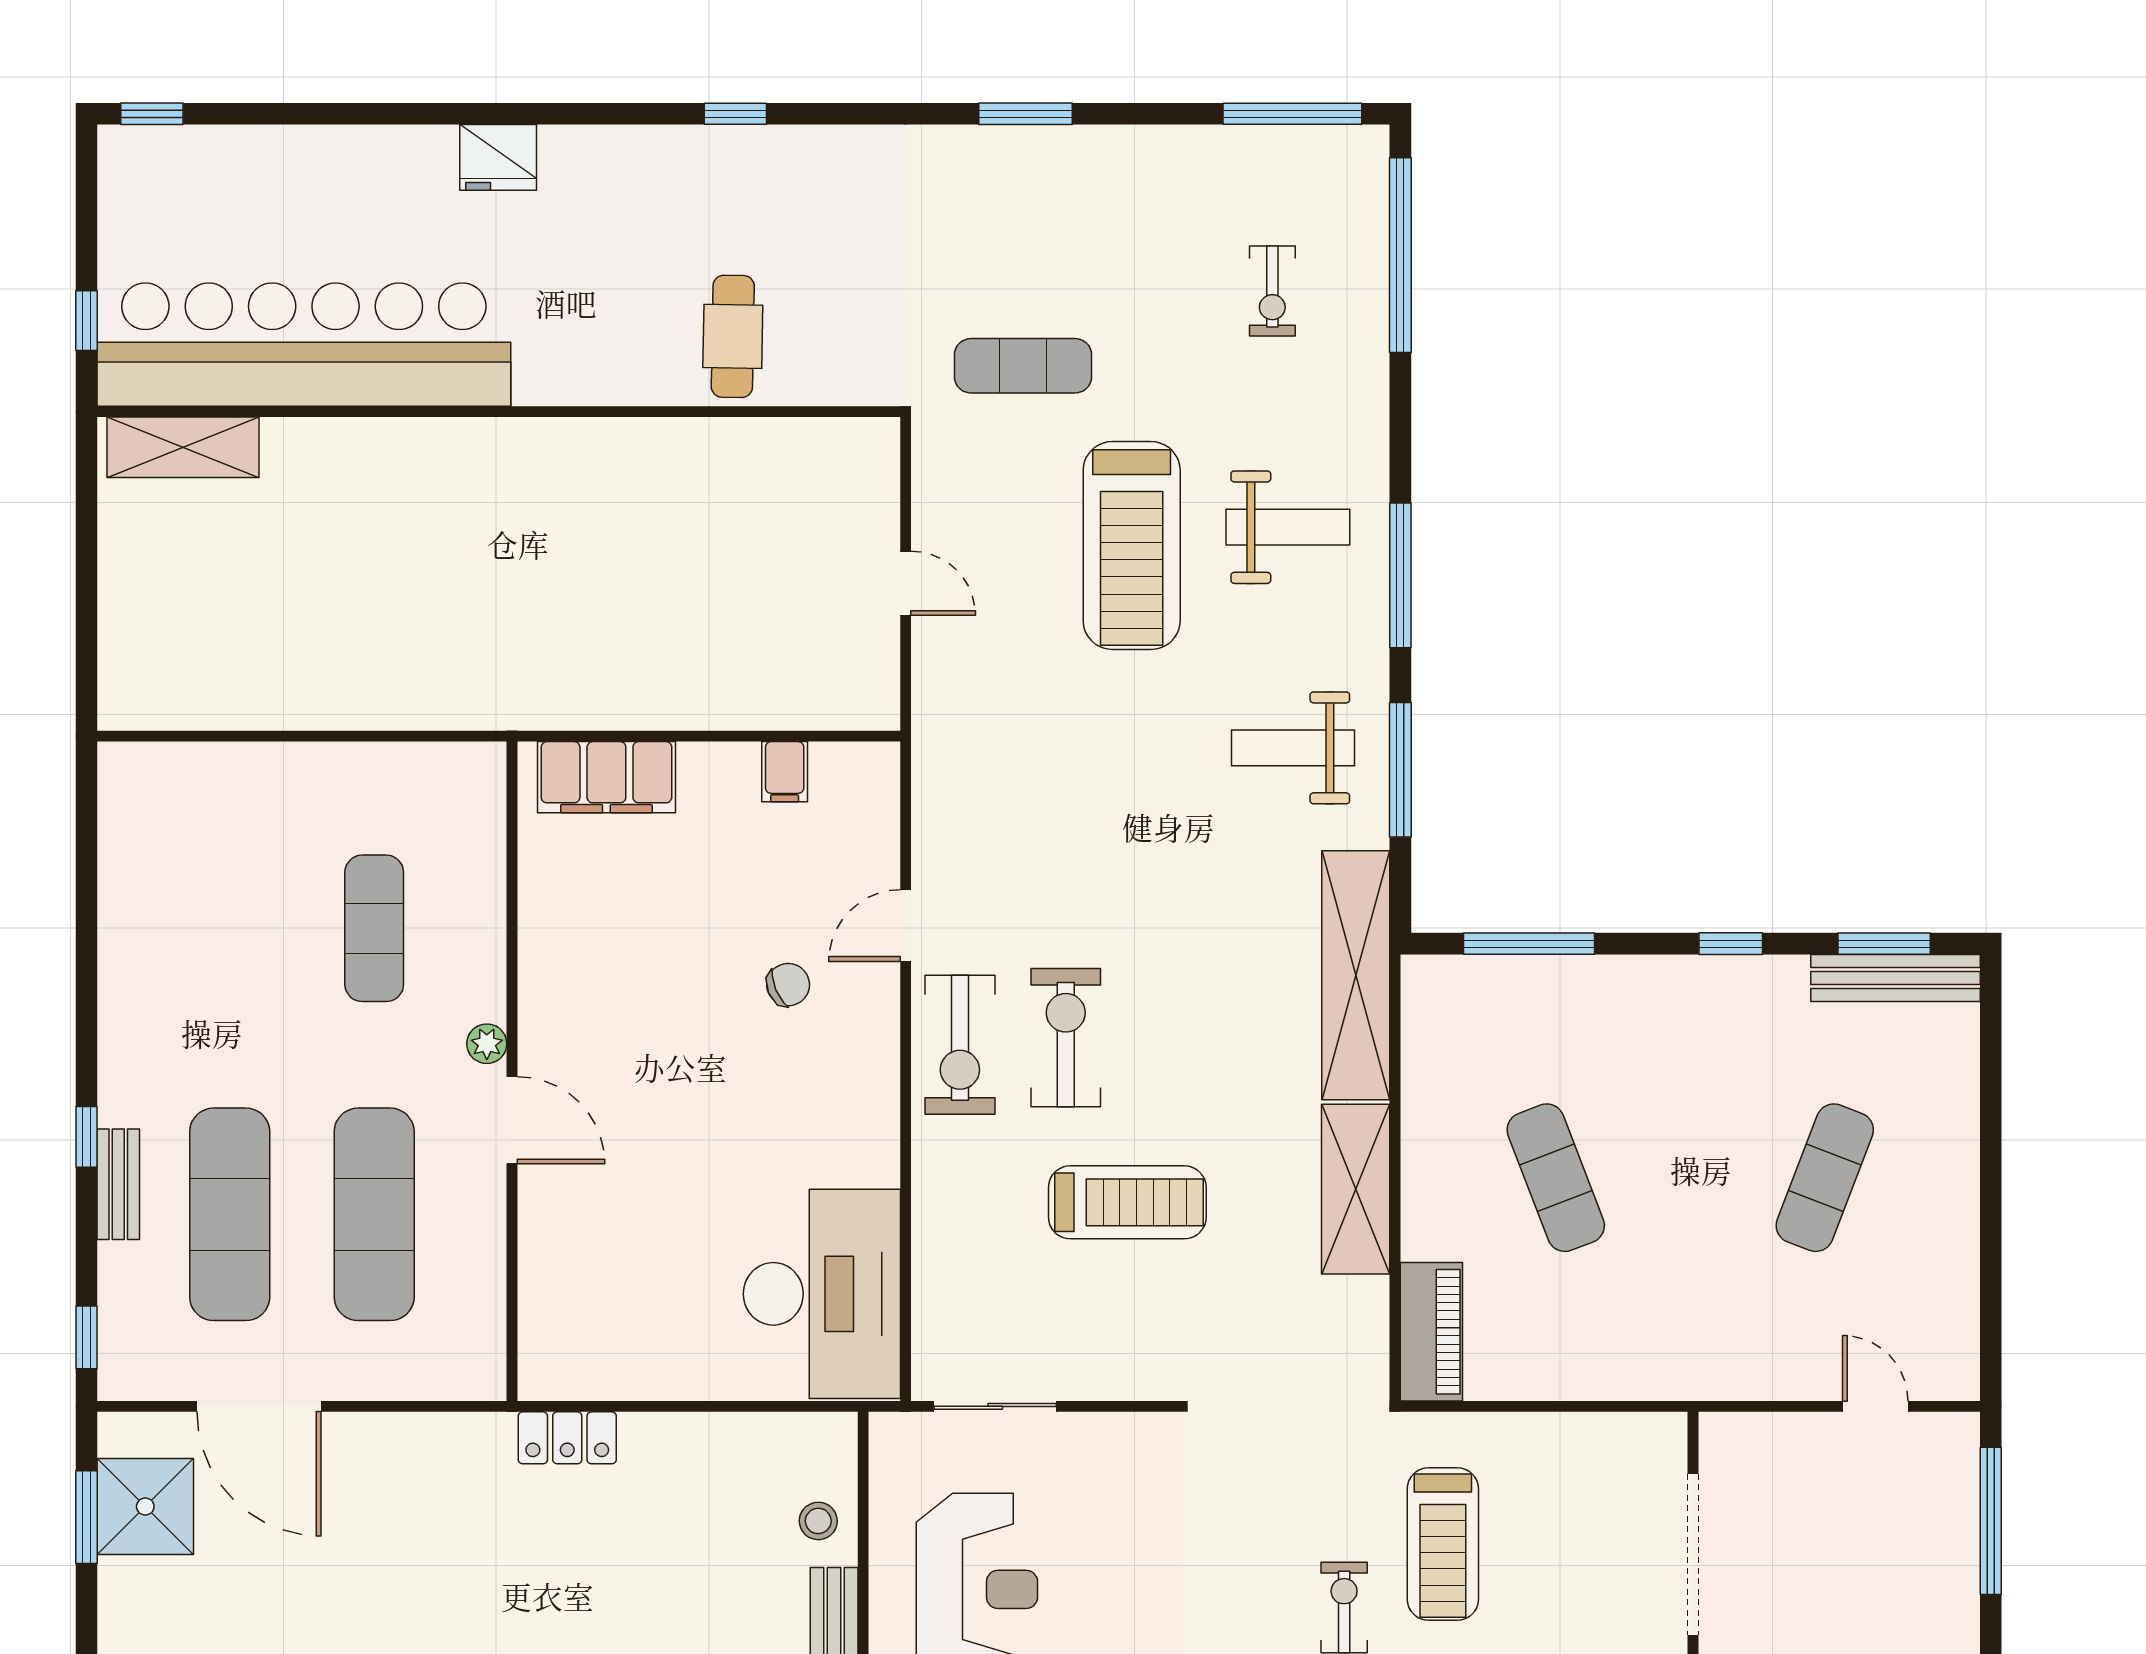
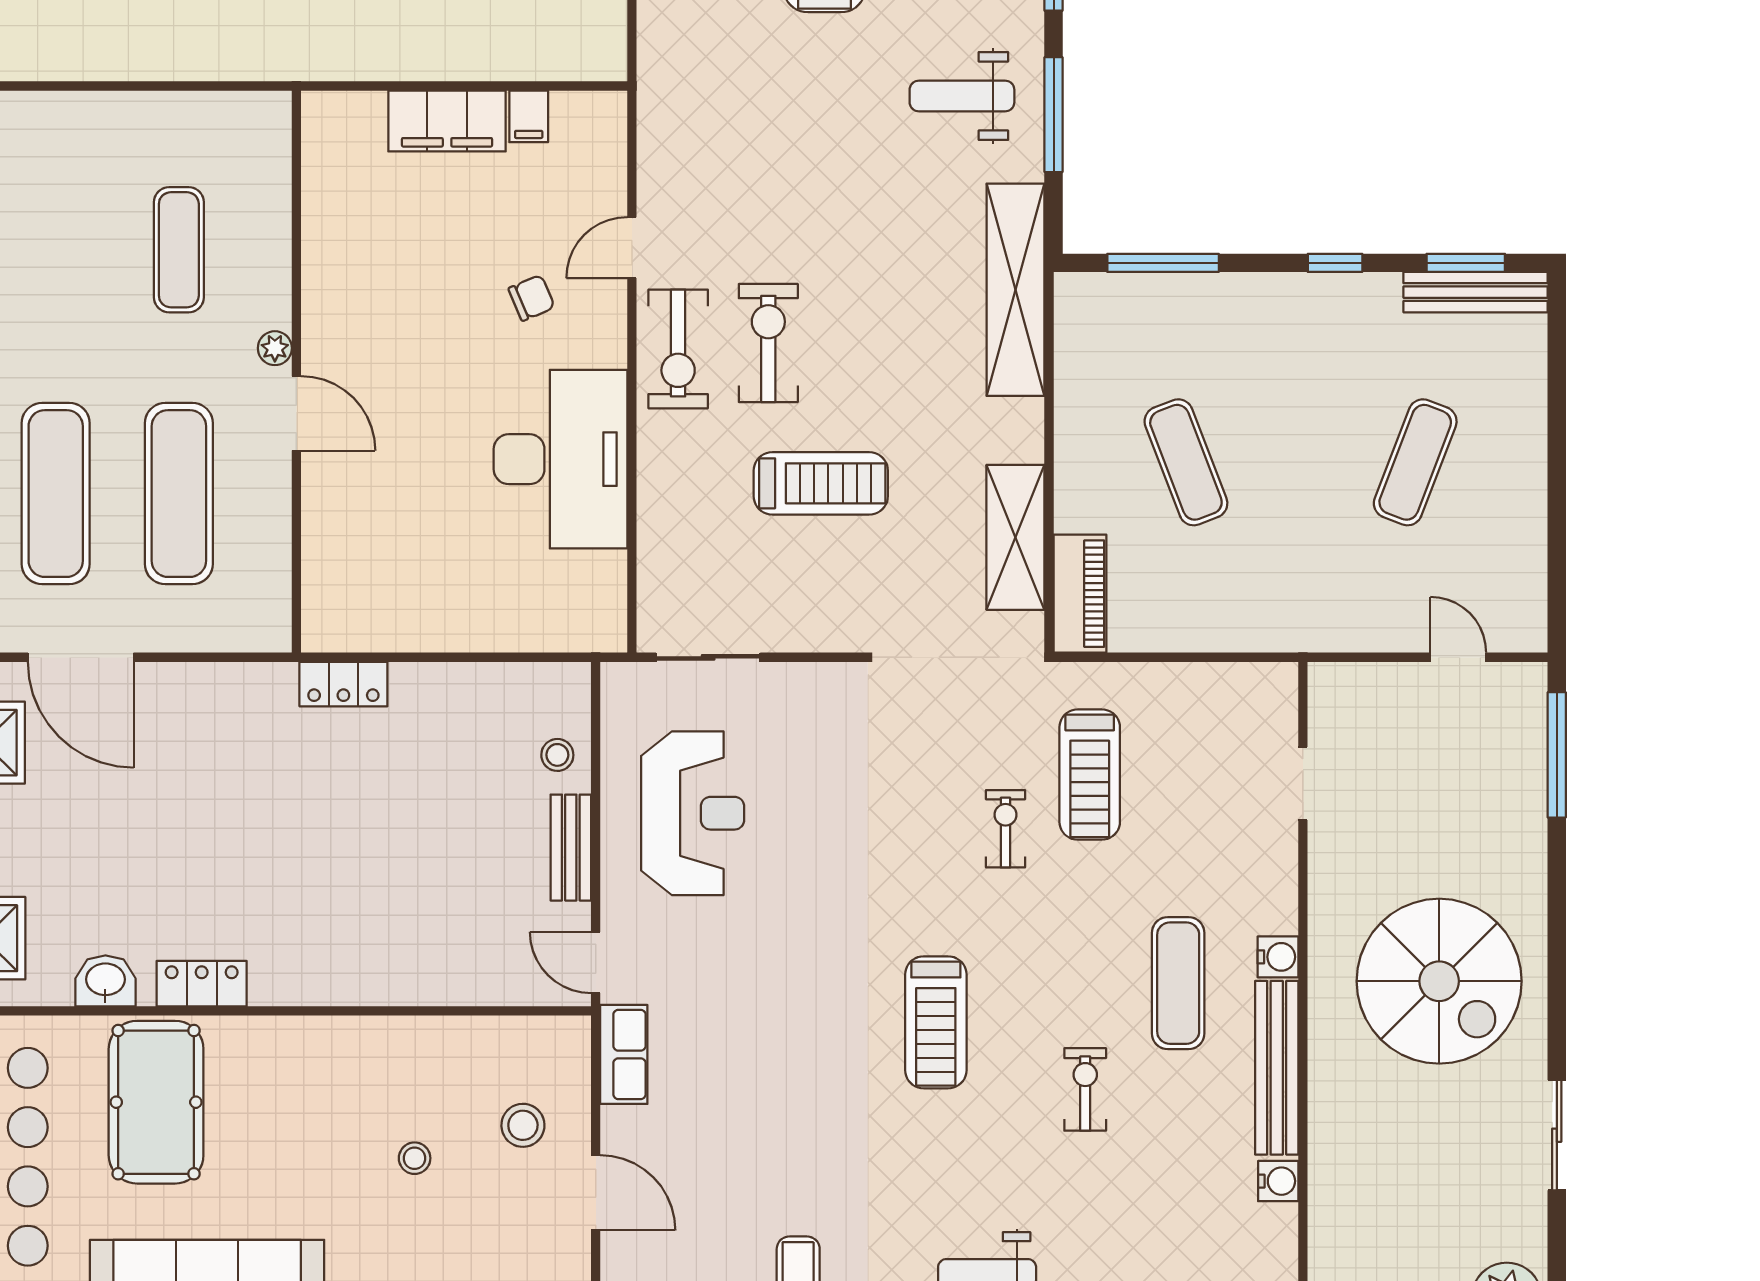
filing cabinet: (606, 777) -> (447, 121), moved
shelving: (1356, 1189) -> (1015, 537), moved
desk: (822, 1294) -> (560, 459), moved
doorway: (1693, 1555) -> (1303, 784), width x0.53

